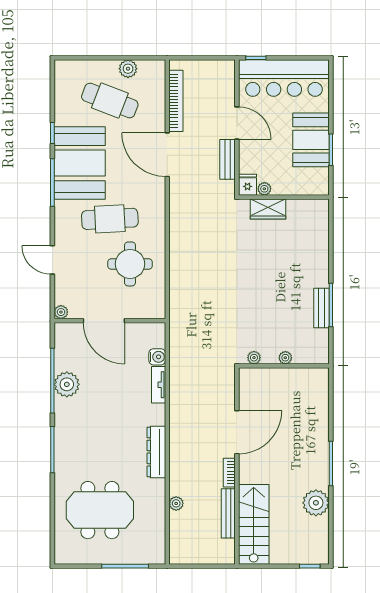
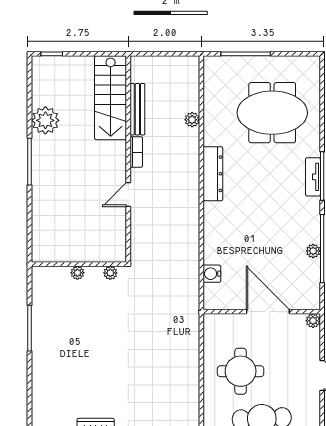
bench: (322, 308) -> (39, 325), removed
plant: (67, 384) -> (313, 251), width x0.53, depth x0.53
tv unit: (159, 385) -> (313, 177), moved, turned 180
door: (237, 432) -> (128, 194), width x0.53

